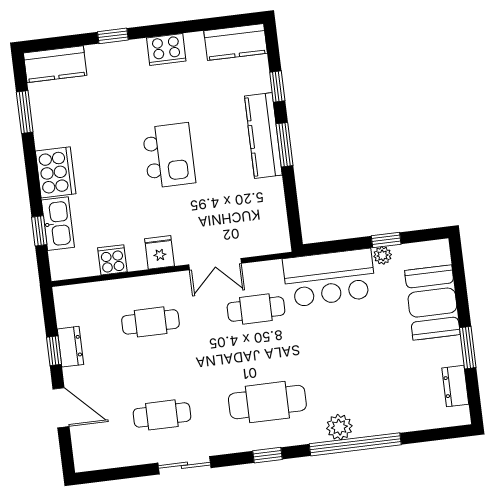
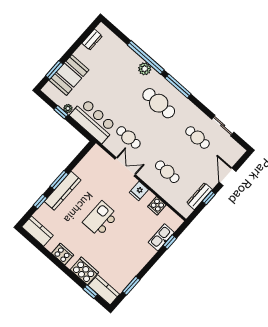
window: (113, 36) -> (90, 292), moved
cooker: (56, 172) -> (84, 271), moved, turned 90
dresser: (70, 347) -> (199, 196), width x1.44
window: (468, 348) -> (54, 70), moved
window: (267, 455) -> (178, 86), width x2.17
sliding door: (184, 465) -> (223, 126), moved

